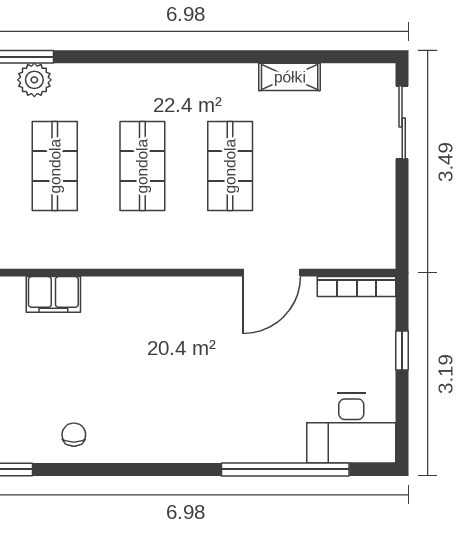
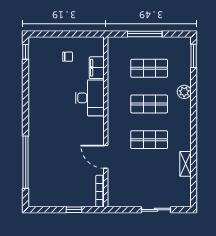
plant: (34, 80) -> (184, 92), moved
sliding door: (402, 123) -> (156, 210), moved
desk: (351, 428) -> (90, 98), moved, turned 180
chair: (74, 435) -> (68, 57), moved

